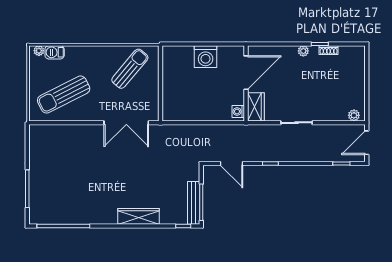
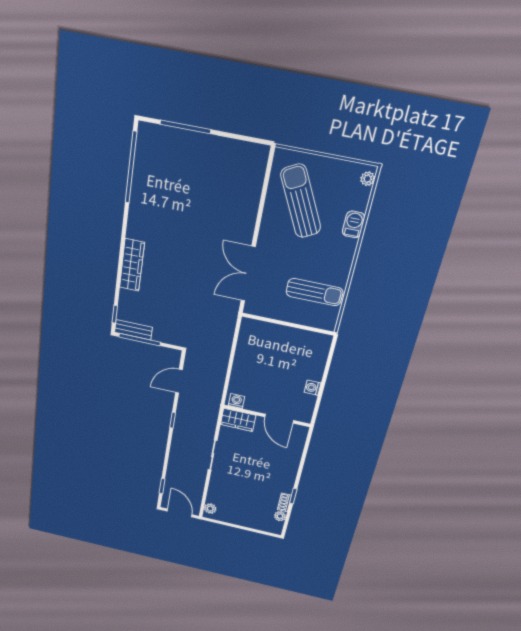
plant: (303, 51) -> (280, 516), moved
barbecue: (55, 52) -> (354, 224), moved
washing machine: (206, 57) -> (313, 388), width x0.53, depth x0.53
sun lounger: (130, 69) -> (314, 292), turned -40
door: (246, 73) -> (279, 419), width x0.73
bench: (194, 203) -> (133, 330), width x0.73

